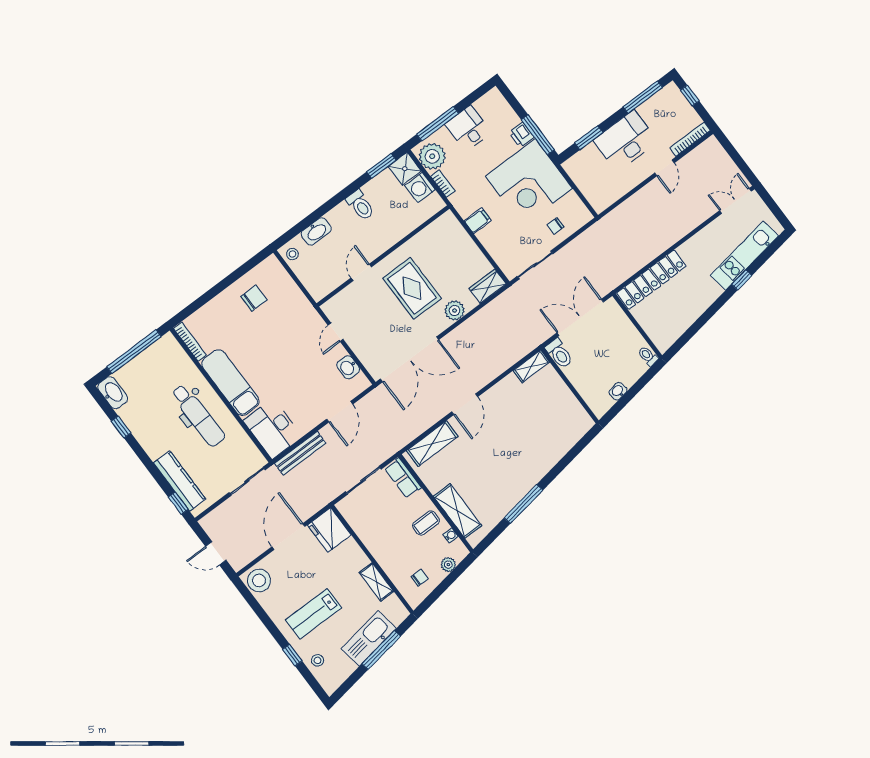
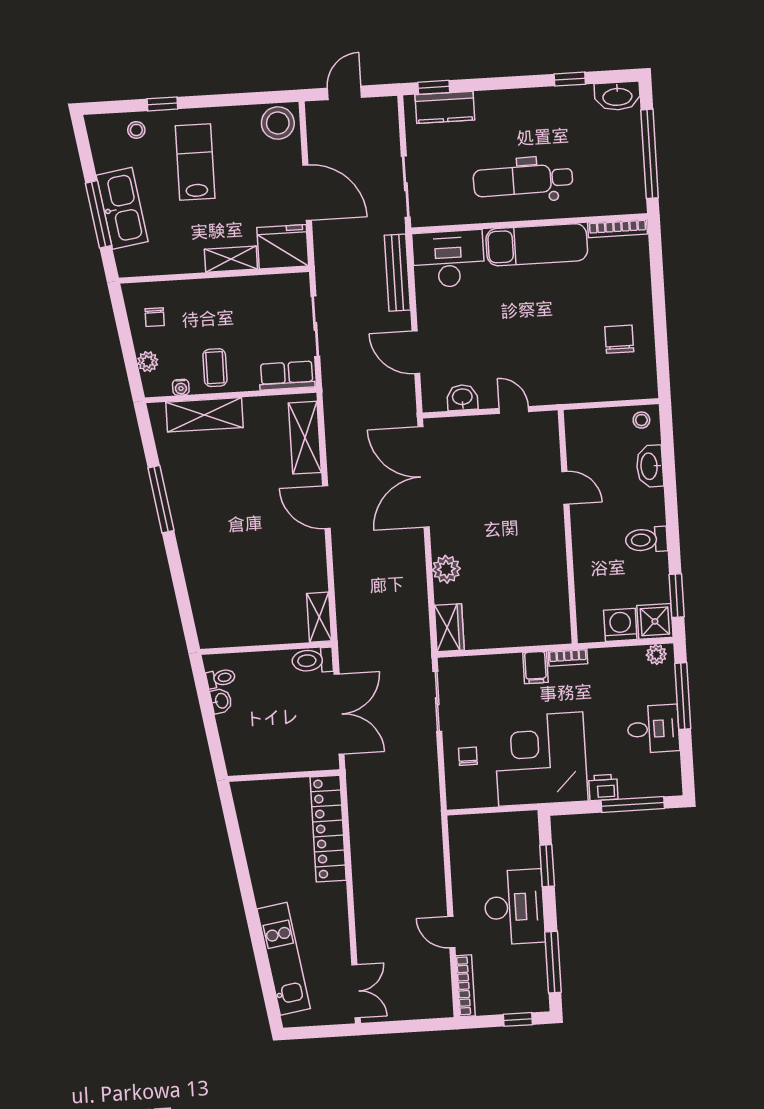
window: (538, 135) -> (633, 804), moved
plant: (432, 156) -> (656, 655), width x0.53, depth x0.53
bookcase: (443, 184) -> (568, 657), moved
window: (742, 280) -> (257, 936), removed
rug: (412, 288) -> (506, 536), removed
chair: (254, 298) -> (619, 339), turned 180
toilet: (648, 356) -> (221, 678), moved
kitchen counter: (180, 481) -> (445, 107), width x0.67
shelving: (376, 582) -> (231, 259), moved

